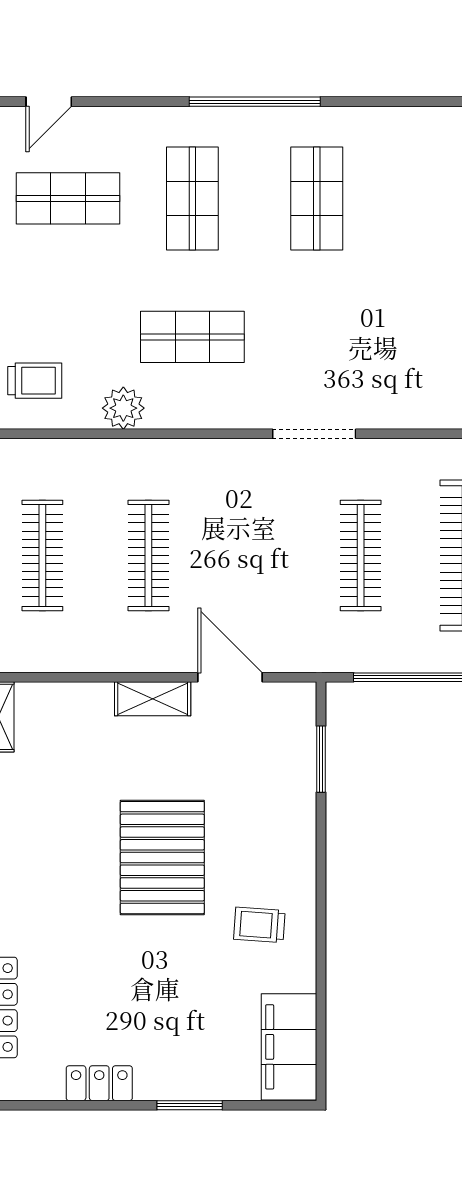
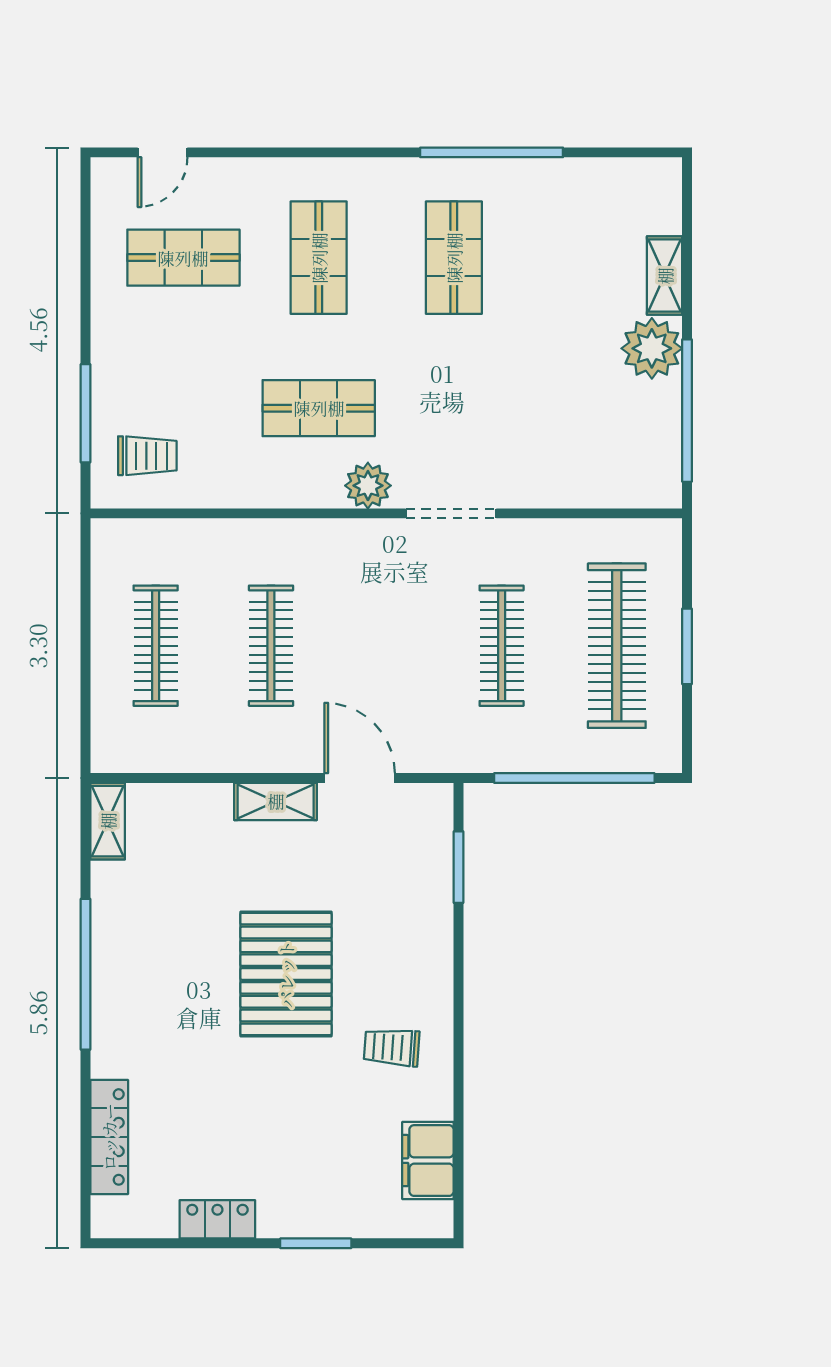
window: (255, 102) -> (492, 152), moved
plant: (123, 408) -> (368, 486), moved
filing cabinet: (289, 1047) -> (428, 1161), width x0.67, depth x0.86

